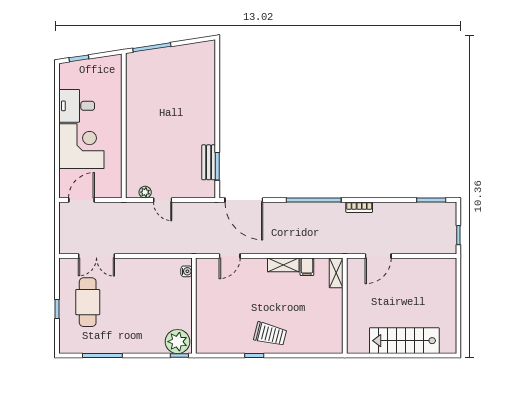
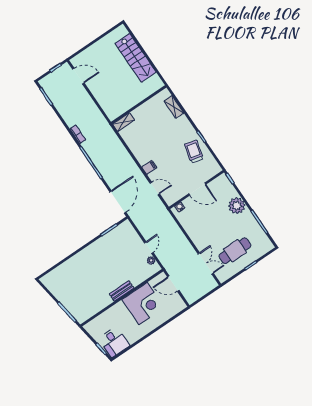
desk: (77, 106) -> (114, 342), moved
corner desk: (81, 146) -> (143, 303), moved, turned 180
bench: (209, 162) -> (122, 291), moved
door: (82, 200) -> (173, 284), moved
door: (378, 256) -> (78, 76), moved
shelving: (283, 265) -> (174, 107), moved
filing cabinet: (307, 267) -> (149, 167), moved
door: (194, 307) -> (197, 189), added
trolley: (270, 334) -> (194, 152), moved
plant: (177, 342) -> (237, 206), moved

